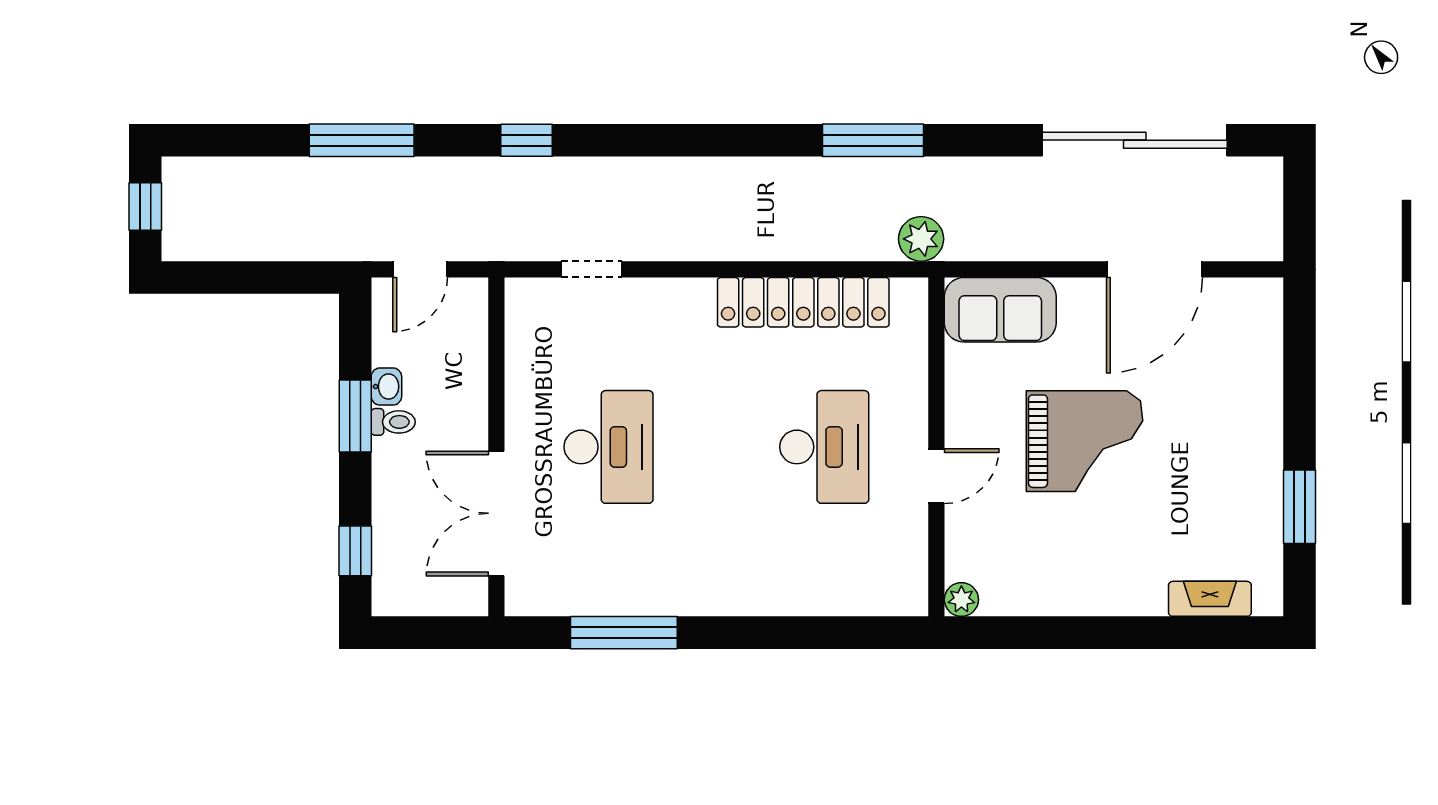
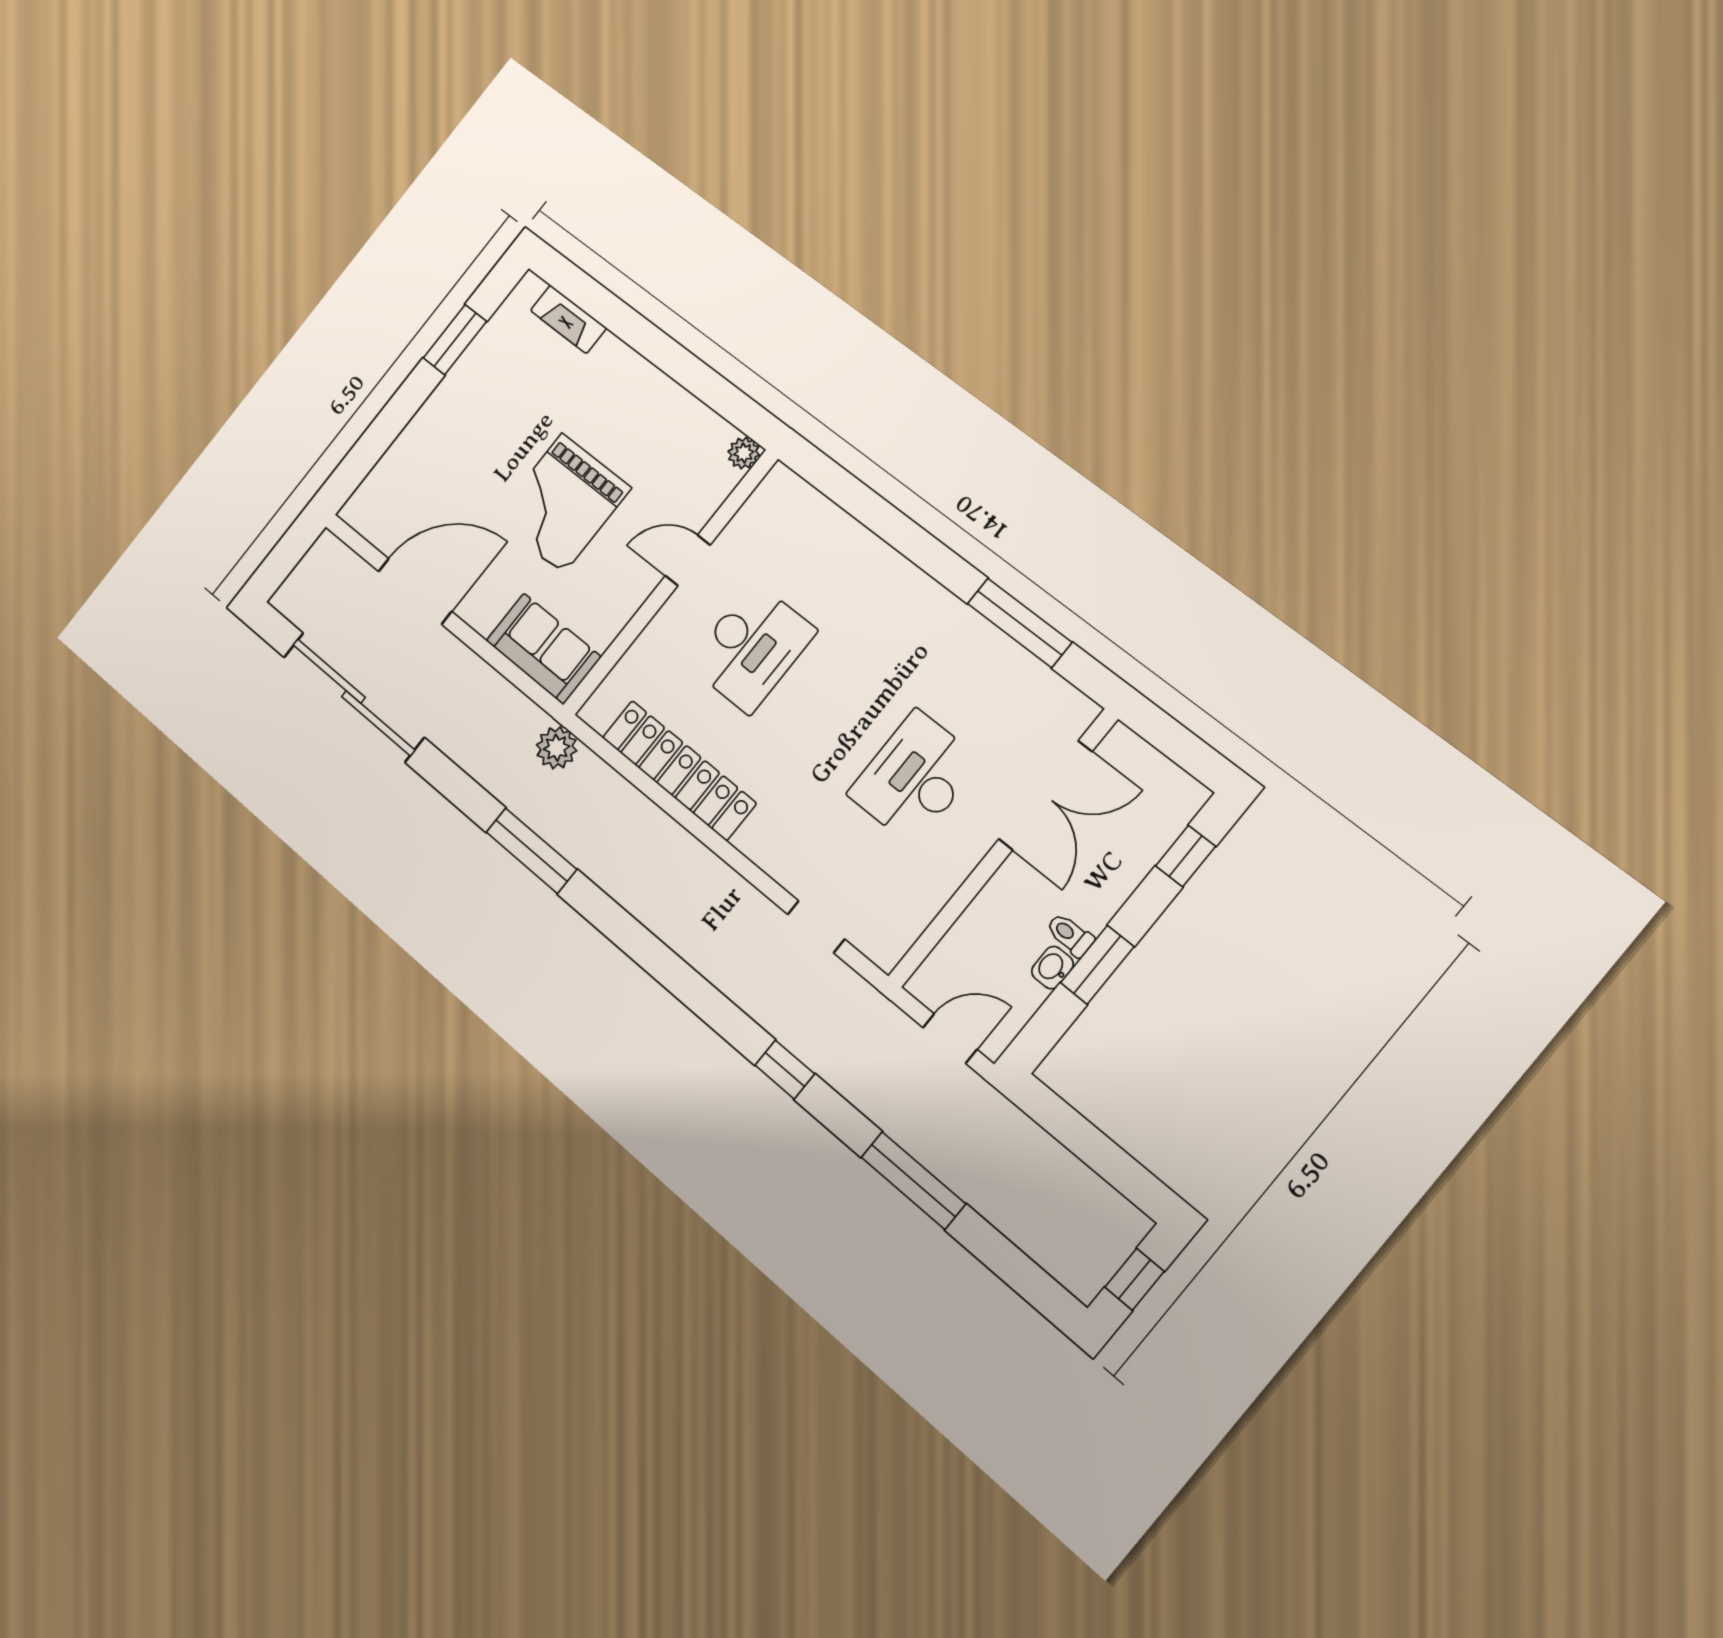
grand piano: (1085, 441) -> (563, 503), turned -90
desk: (824, 447) -> (752, 647), turned 180

